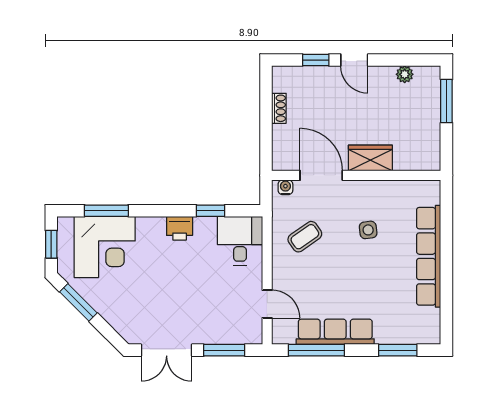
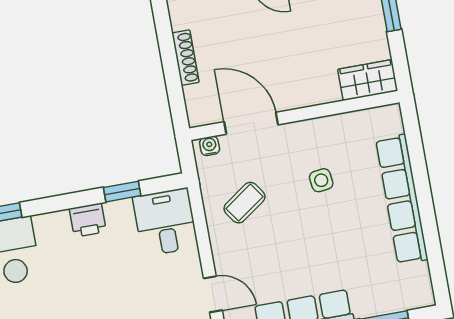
shoe rack: (279, 108) -> (185, 58), width x1.43
wardrobe: (370, 158) -> (368, 80), moved

